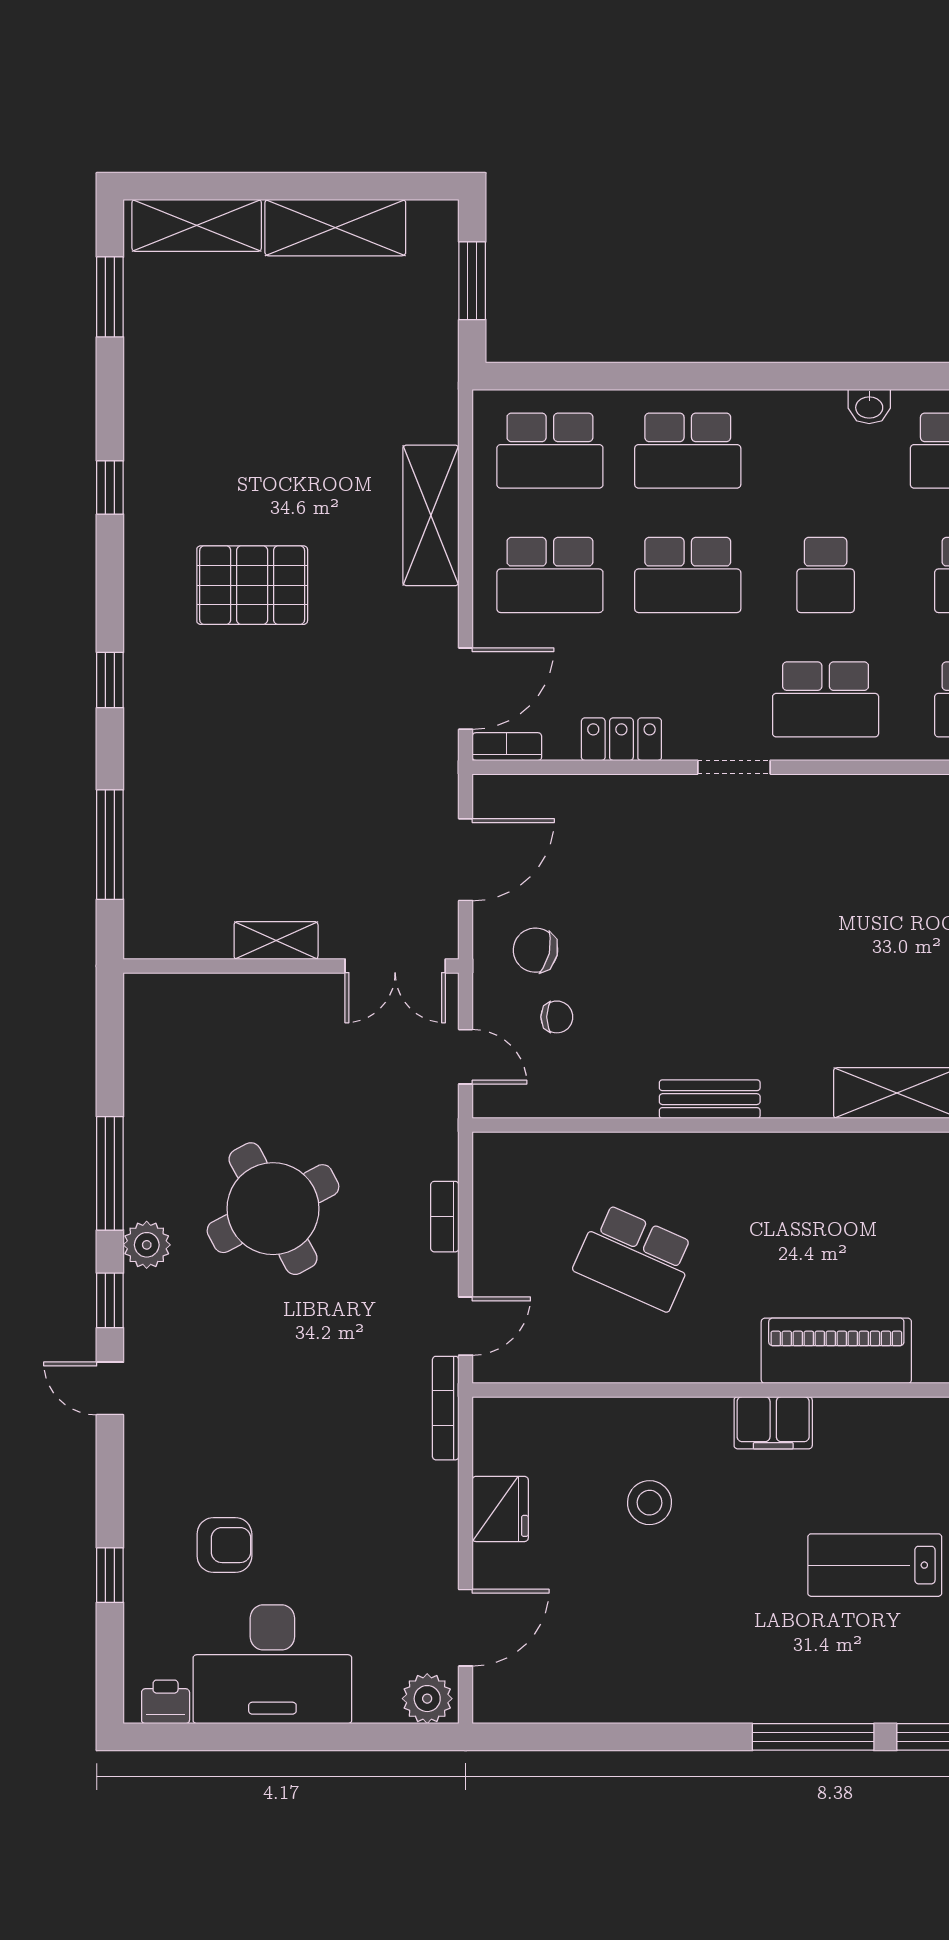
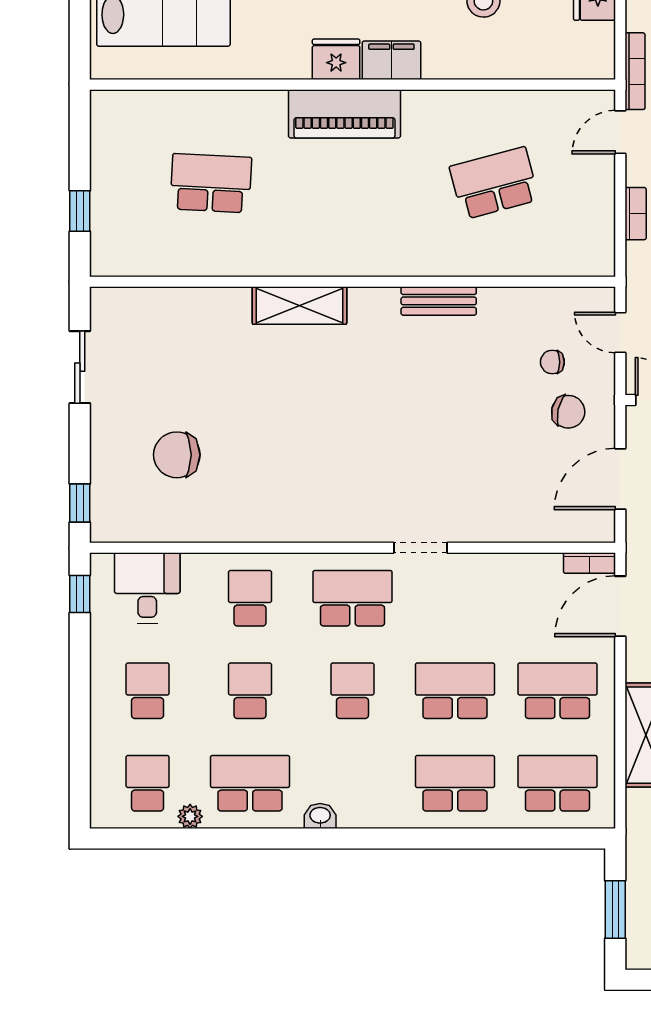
locker: (621, 739) -> (504, 569), removed
school desk: (635, 1258) -> (494, 183), turned -39
fridge: (848, 1424) -> (336, 59), added

